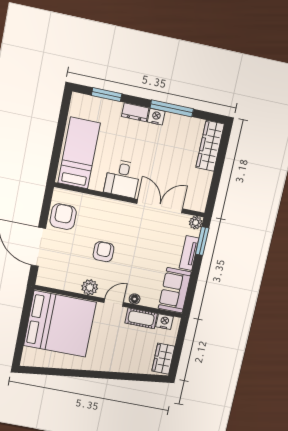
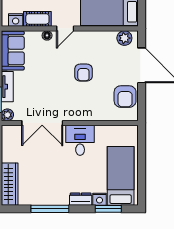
nightstand: (156, 117) -> (99, 199), moved
bed: (79, 153) -> (121, 176), moved, turned 180
plant: (90, 287) -> (124, 38), moved

